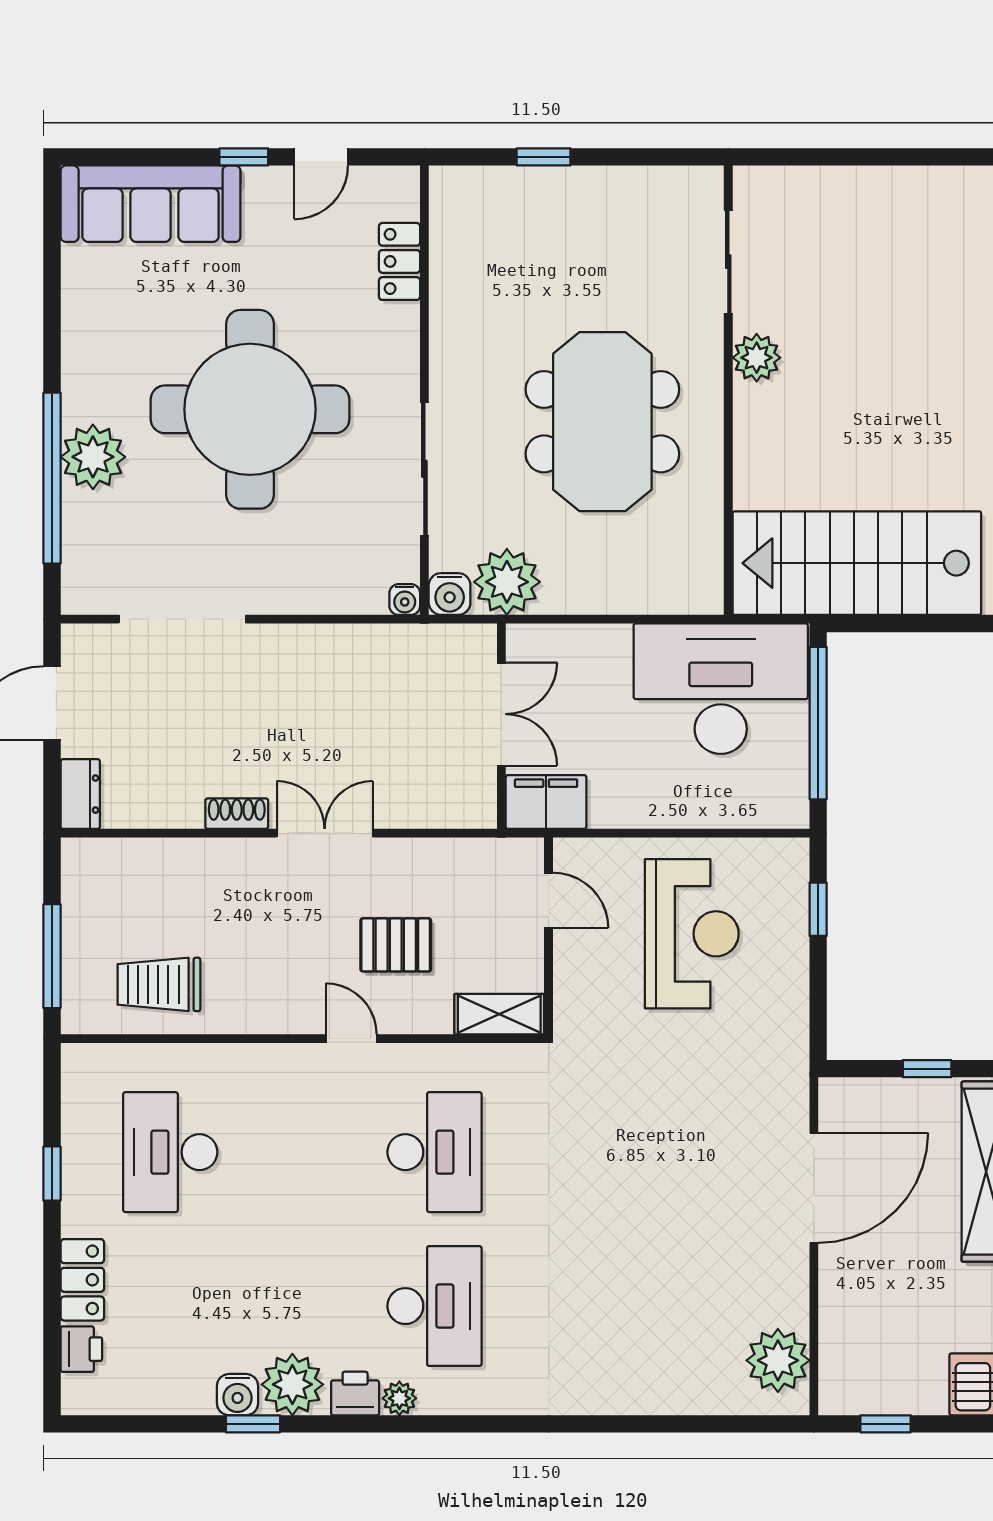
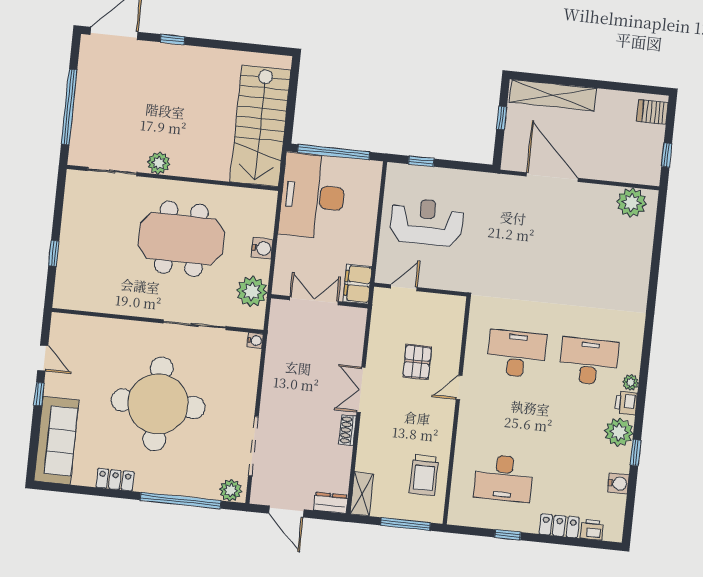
window: (855, 157) -> (69, 107), added
locker: (400, 261) -> (115, 480), moved, turned 180
plant: (93, 457) -> (231, 490), moved, width x0.73, depth x0.73
water cooler: (450, 594) -> (262, 248), moved
shelving: (499, 1014) -> (362, 494), moved
water cooler: (237, 1395) -> (618, 483), moved

